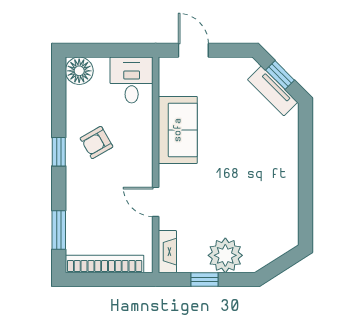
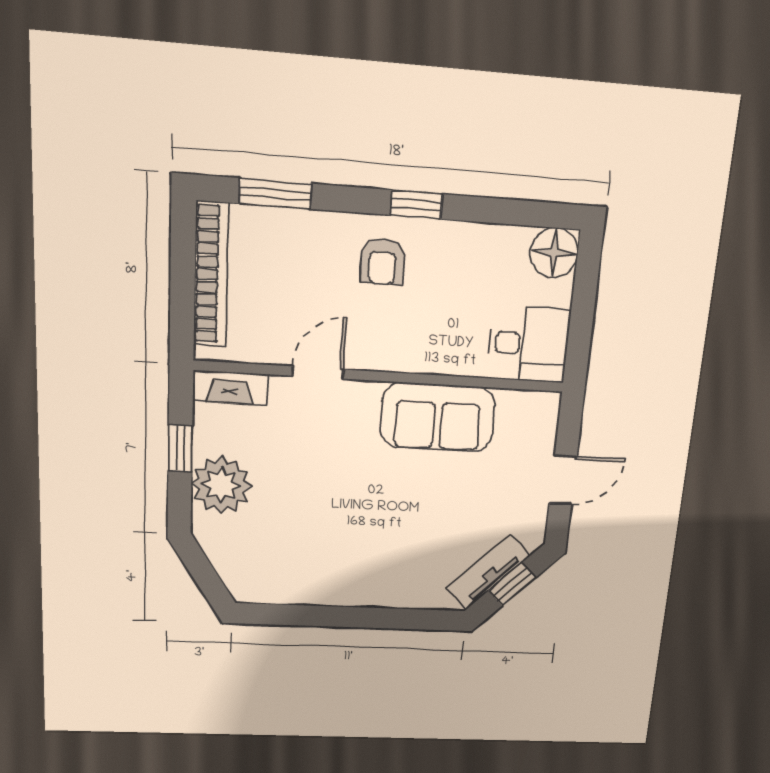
door: (193, 50) -> (563, 480), moved
armchair: (97, 143) -> (382, 262), moved, turned -150

